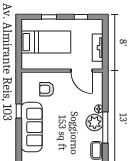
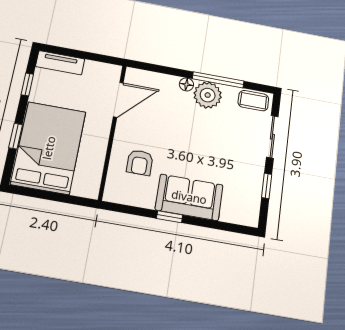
bed: (46, 42) -> (49, 148), width x1.50
tv unit: (98, 48) -> (60, 63), moved
sofa: (32, 127) -> (189, 197), width x0.73

